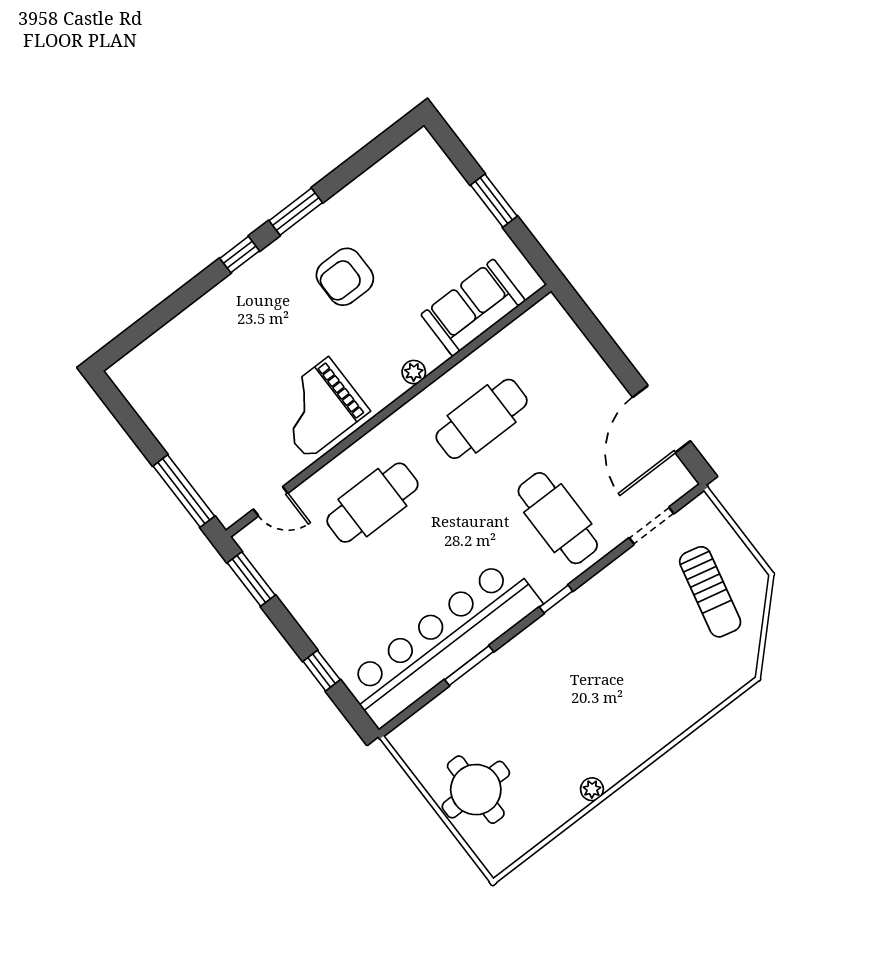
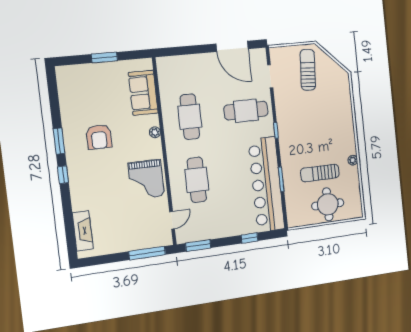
fireplace: (159, 350) -> (83, 231), added
sun lounger: (710, 592) -> (308, 70), turned -99
sun lounger: (527, 736) -> (320, 173), added

